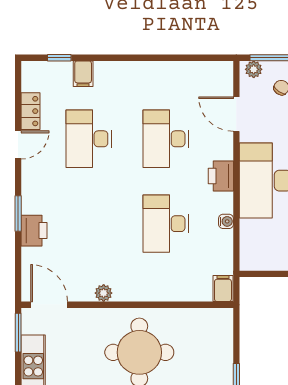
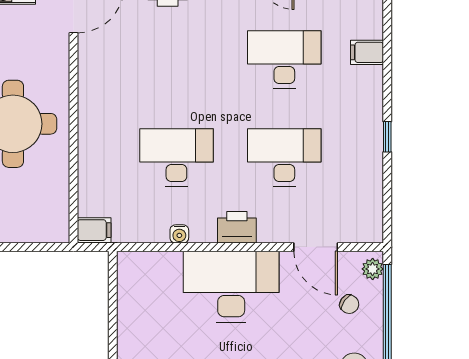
window: (59, 58) -> (387, 137), moved
door: (236, 114) -> (316, 247), swing flipped
plant: (104, 293) -> (88, 78), removed

